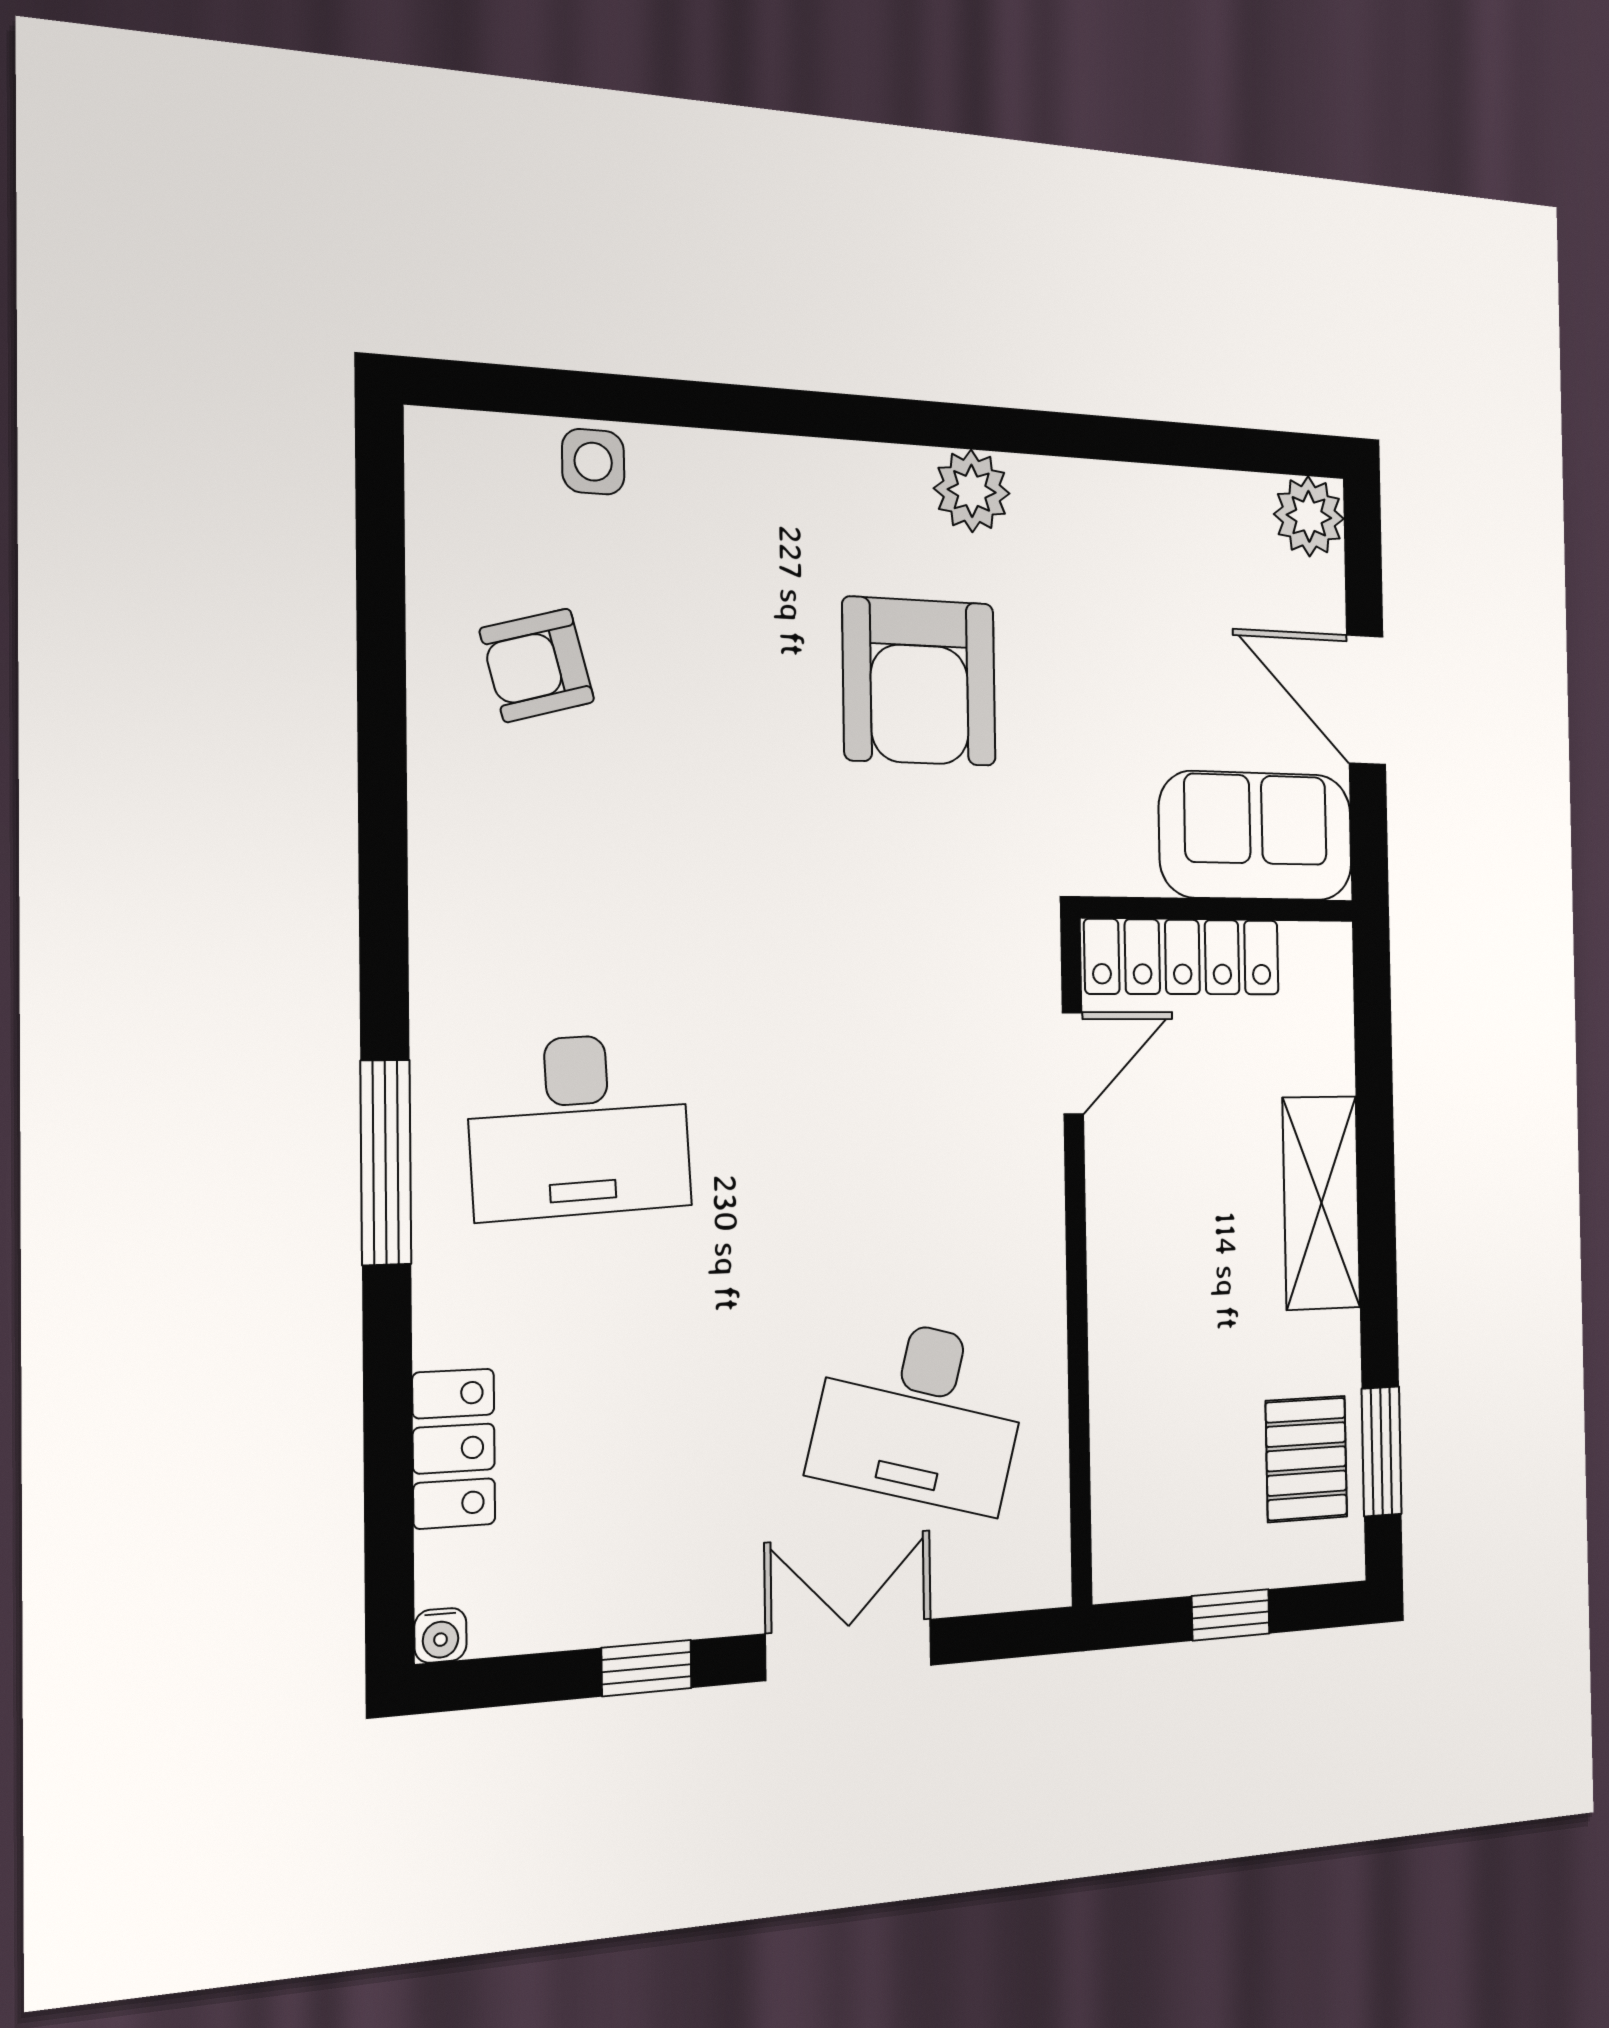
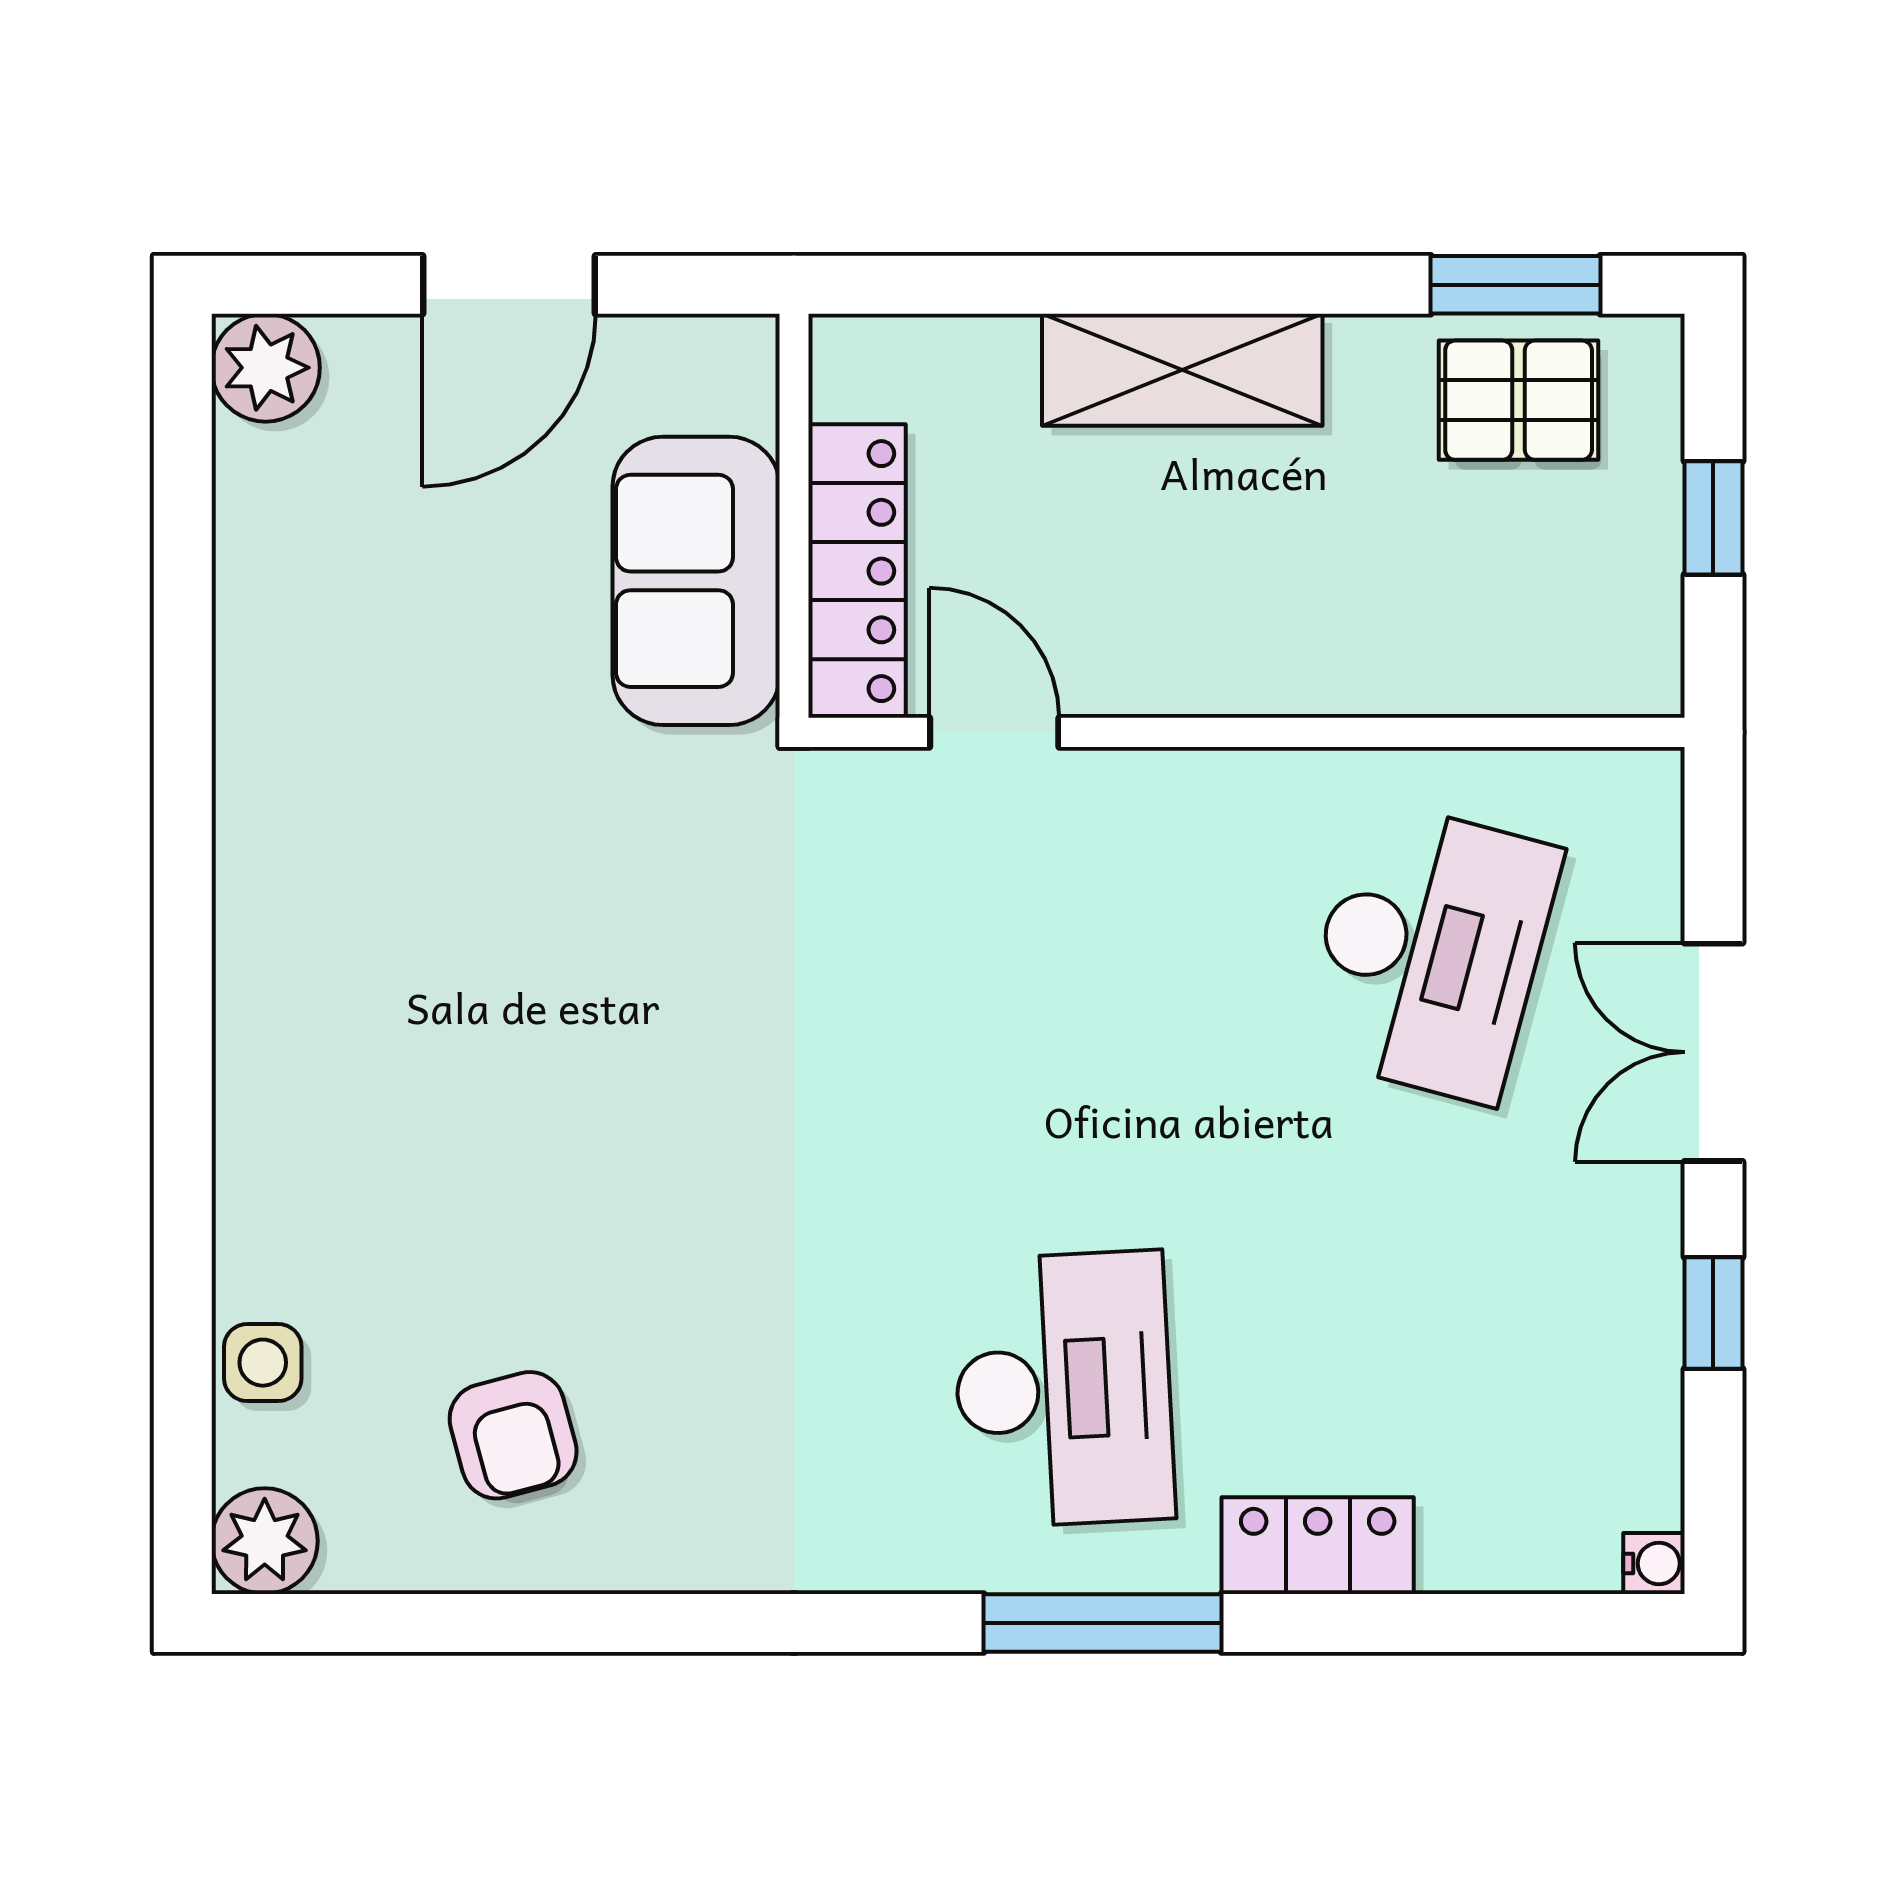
plant: (972, 491) -> (265, 1541), moved
armchair: (919, 681) -> (512, 938), removed
sofa: (1256, 836) -> (696, 581), moved
locker: (454, 1449) -> (1318, 1546), moved

